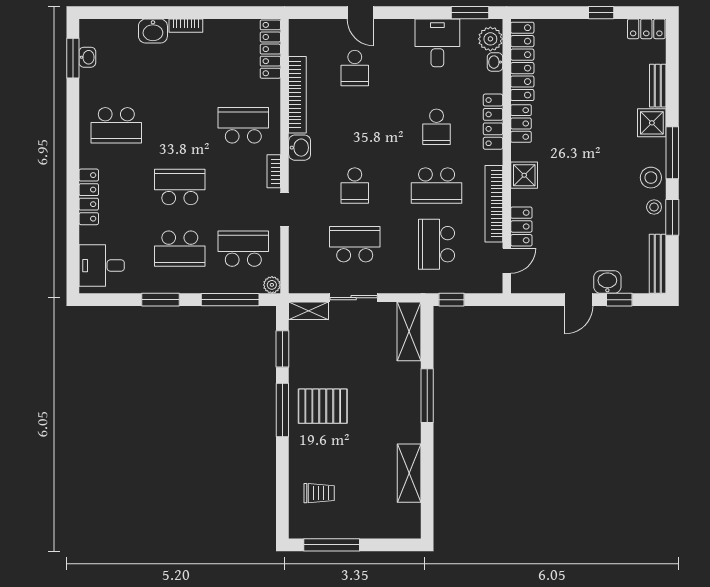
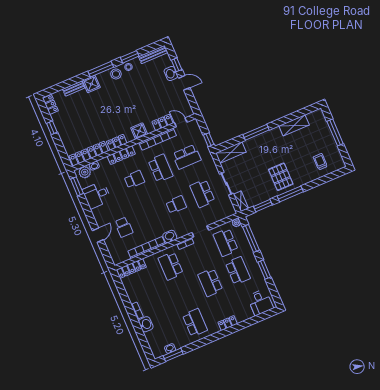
school desk: (355, 68) -> (124, 227), turned 90
locker: (89, 197) -> (228, 323), width x0.66
window: (332, 545) -> (335, 132), moved

